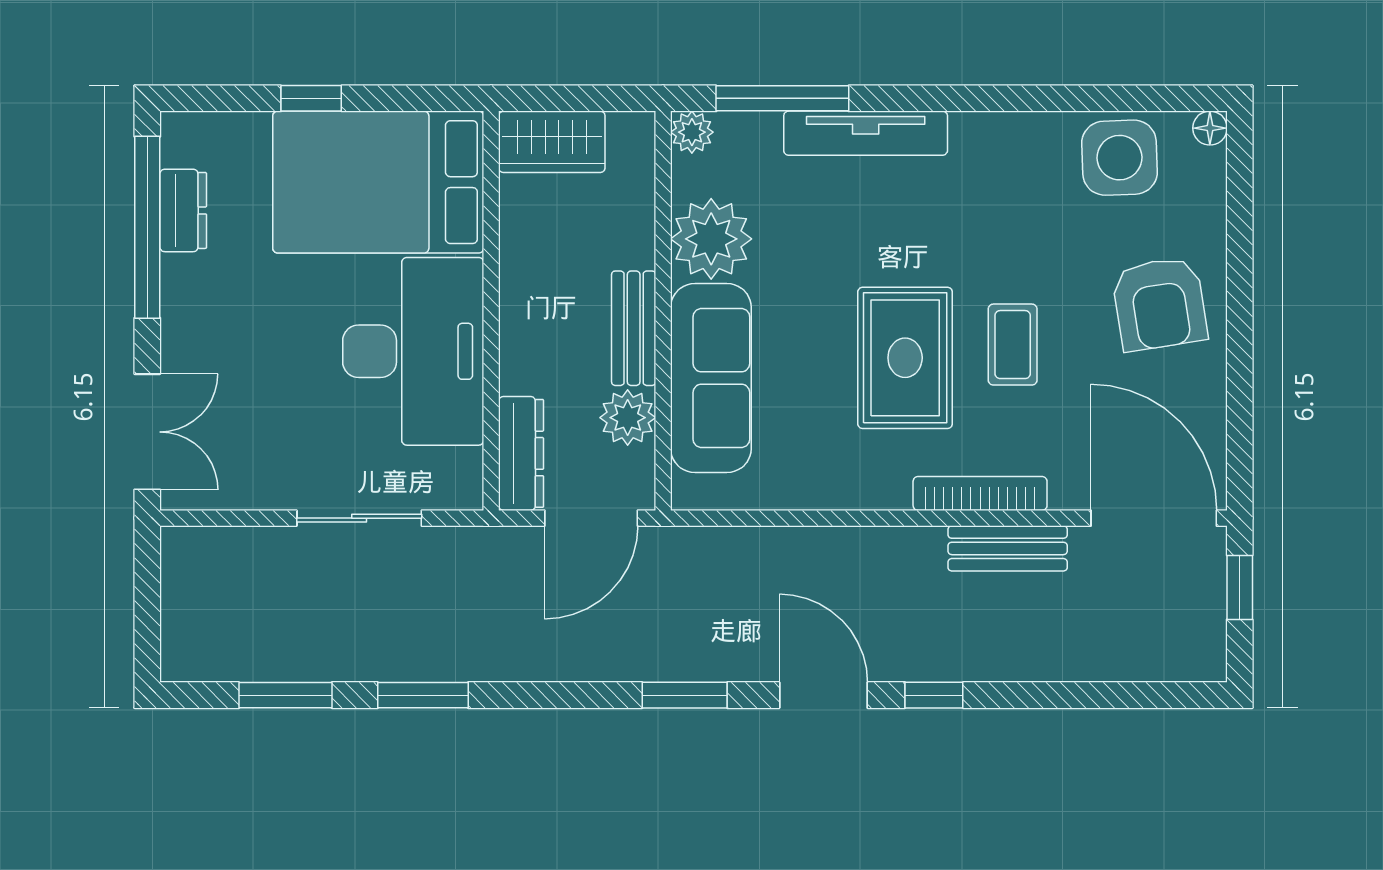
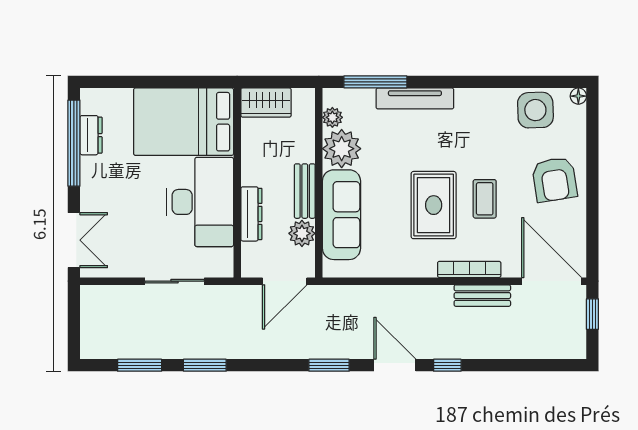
window: (311, 98) -> (152, 82), removed
plant: (692, 132) -> (332, 117), moved
dresser: (521, 453) -> (251, 214), moved

